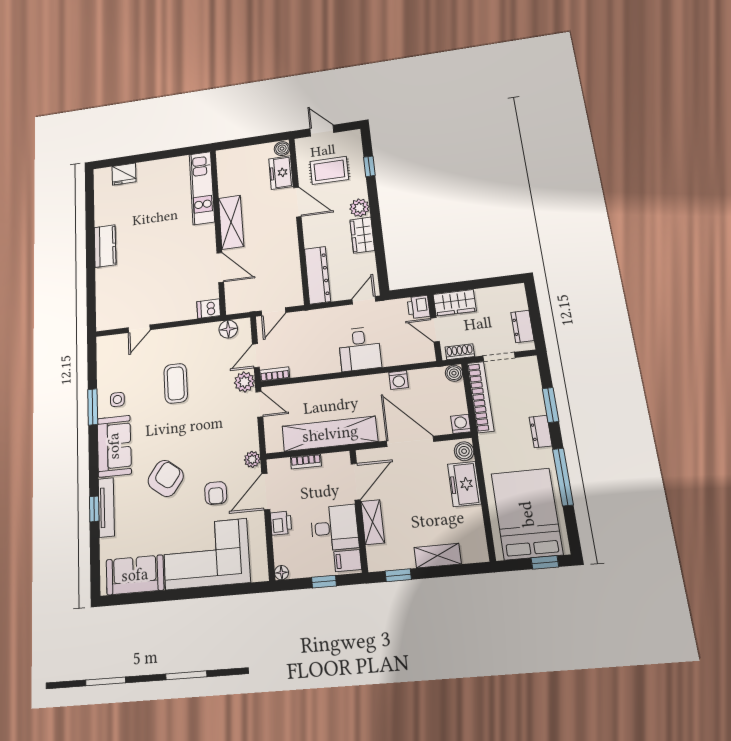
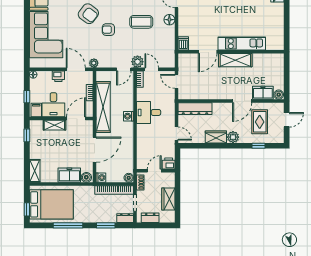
kitchen unit: (202, 188) -> (242, 44), moved
wardrobe: (455, 303) -> (168, 199), moved
floor lamp: (228, 329) -> (169, 20), moved
desk: (360, 349) -> (149, 112), moved
washing machine: (399, 380) -> (128, 116), moved
dresser: (541, 431) -> (125, 218), moved
door: (356, 482) -> (76, 118), swing flipped
armchair: (216, 493) -> (108, 30), moved
shelving: (438, 556) -> (35, 171), moved

